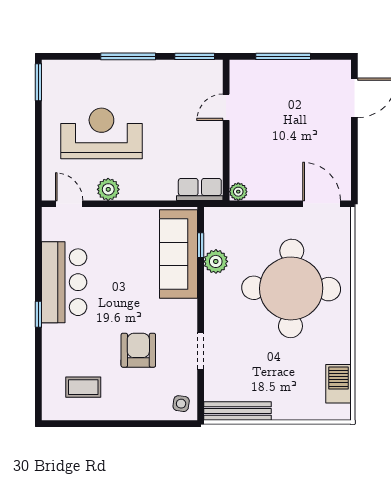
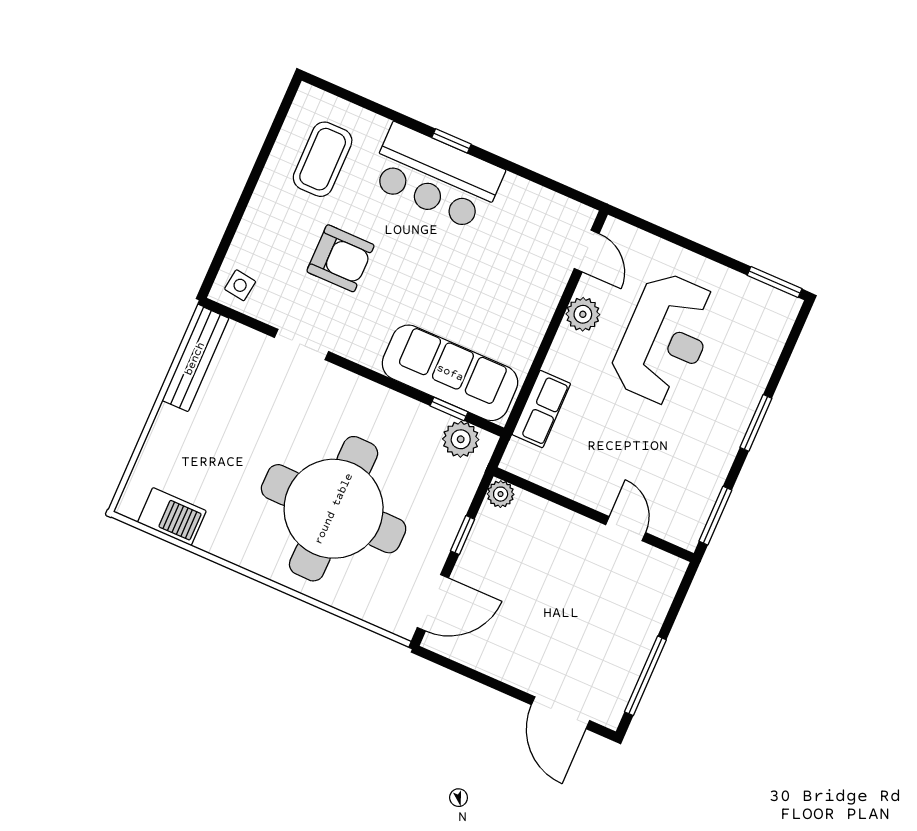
window: (128, 56) -> (756, 423), width x0.69
window: (283, 56) -> (645, 676), moved
row of seats: (200, 189) -> (541, 409), moved
door: (69, 204) -> (587, 251), hinge flipped
window: (273, 204) -> (463, 535), added
plant: (216, 261) -> (461, 439), moved
bar counter: (64, 282) -> (436, 177), moved
coffee table: (83, 387) -> (323, 159), width x1.36, depth x1.30

